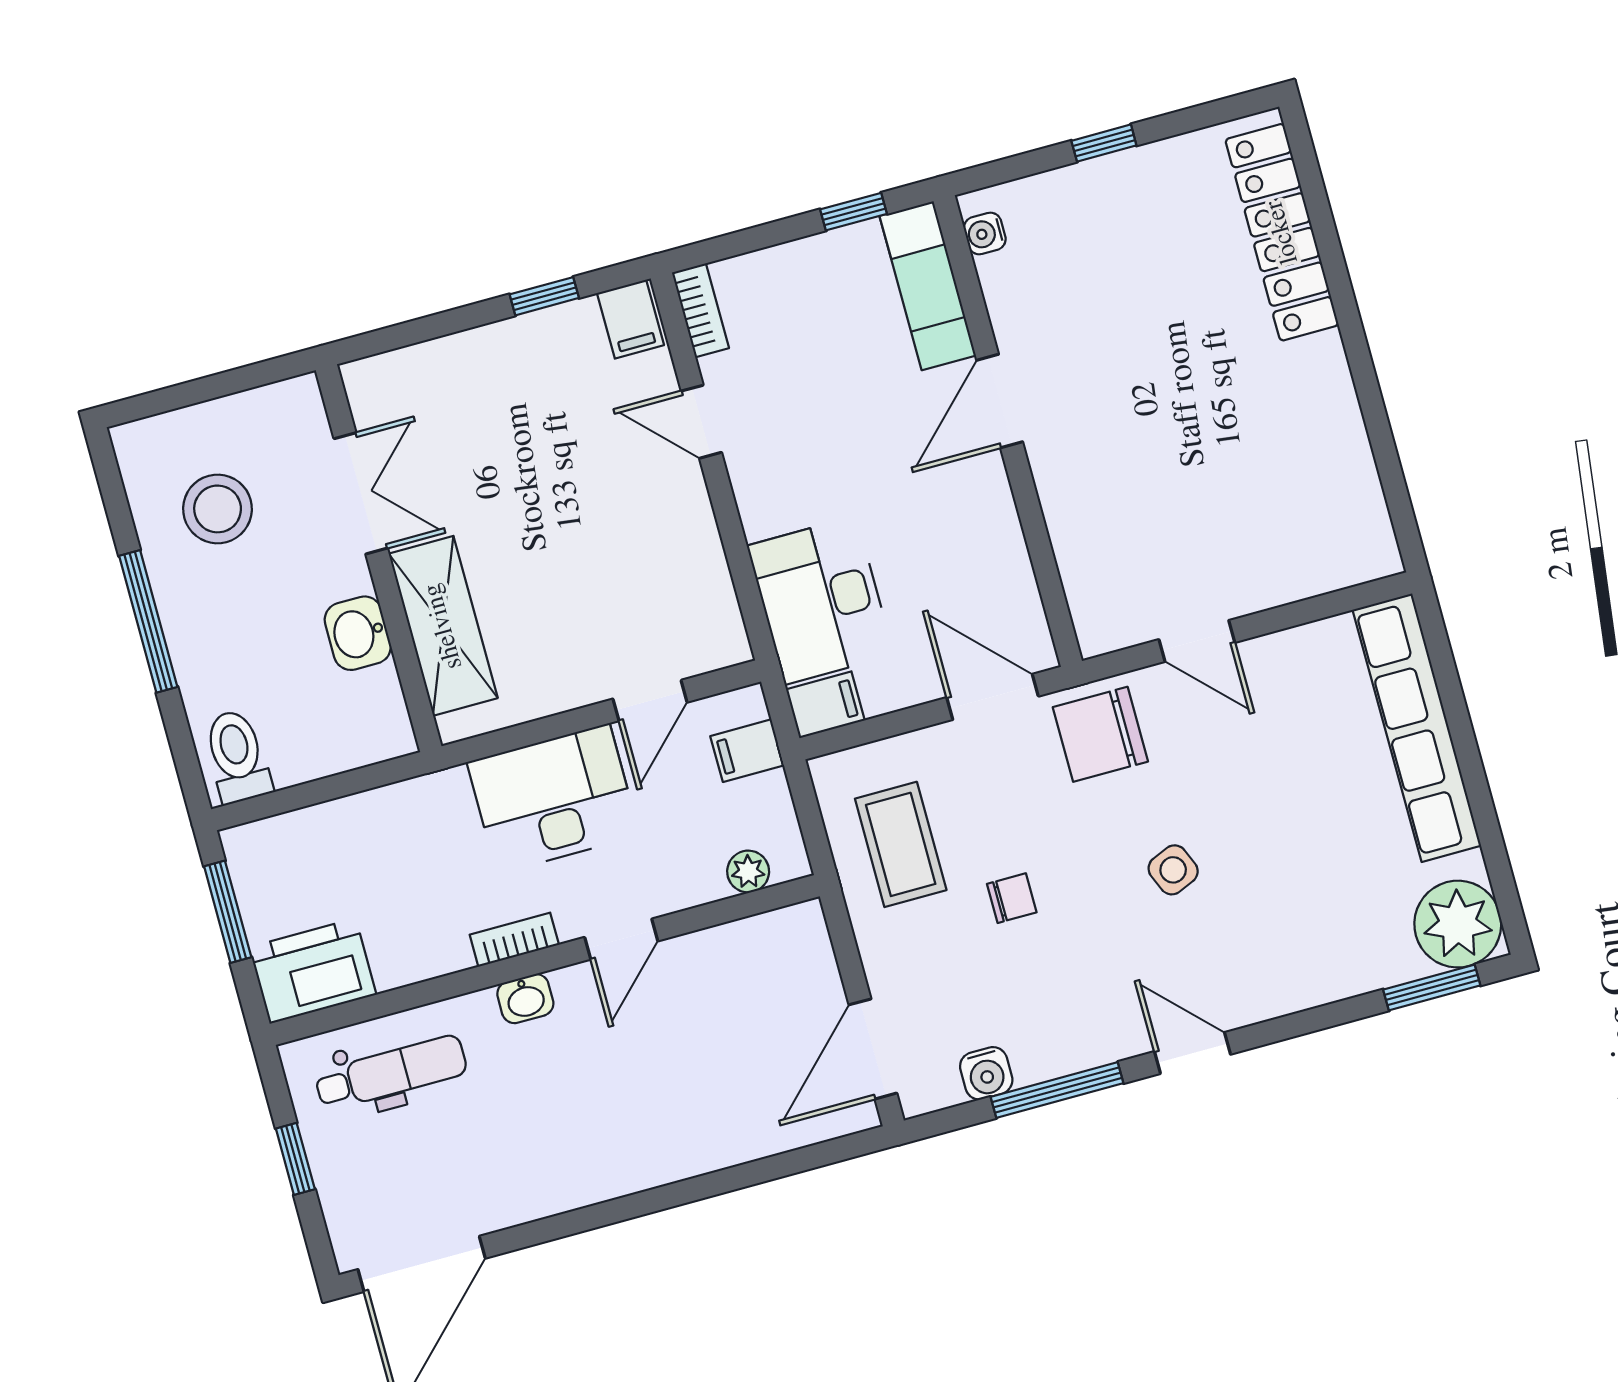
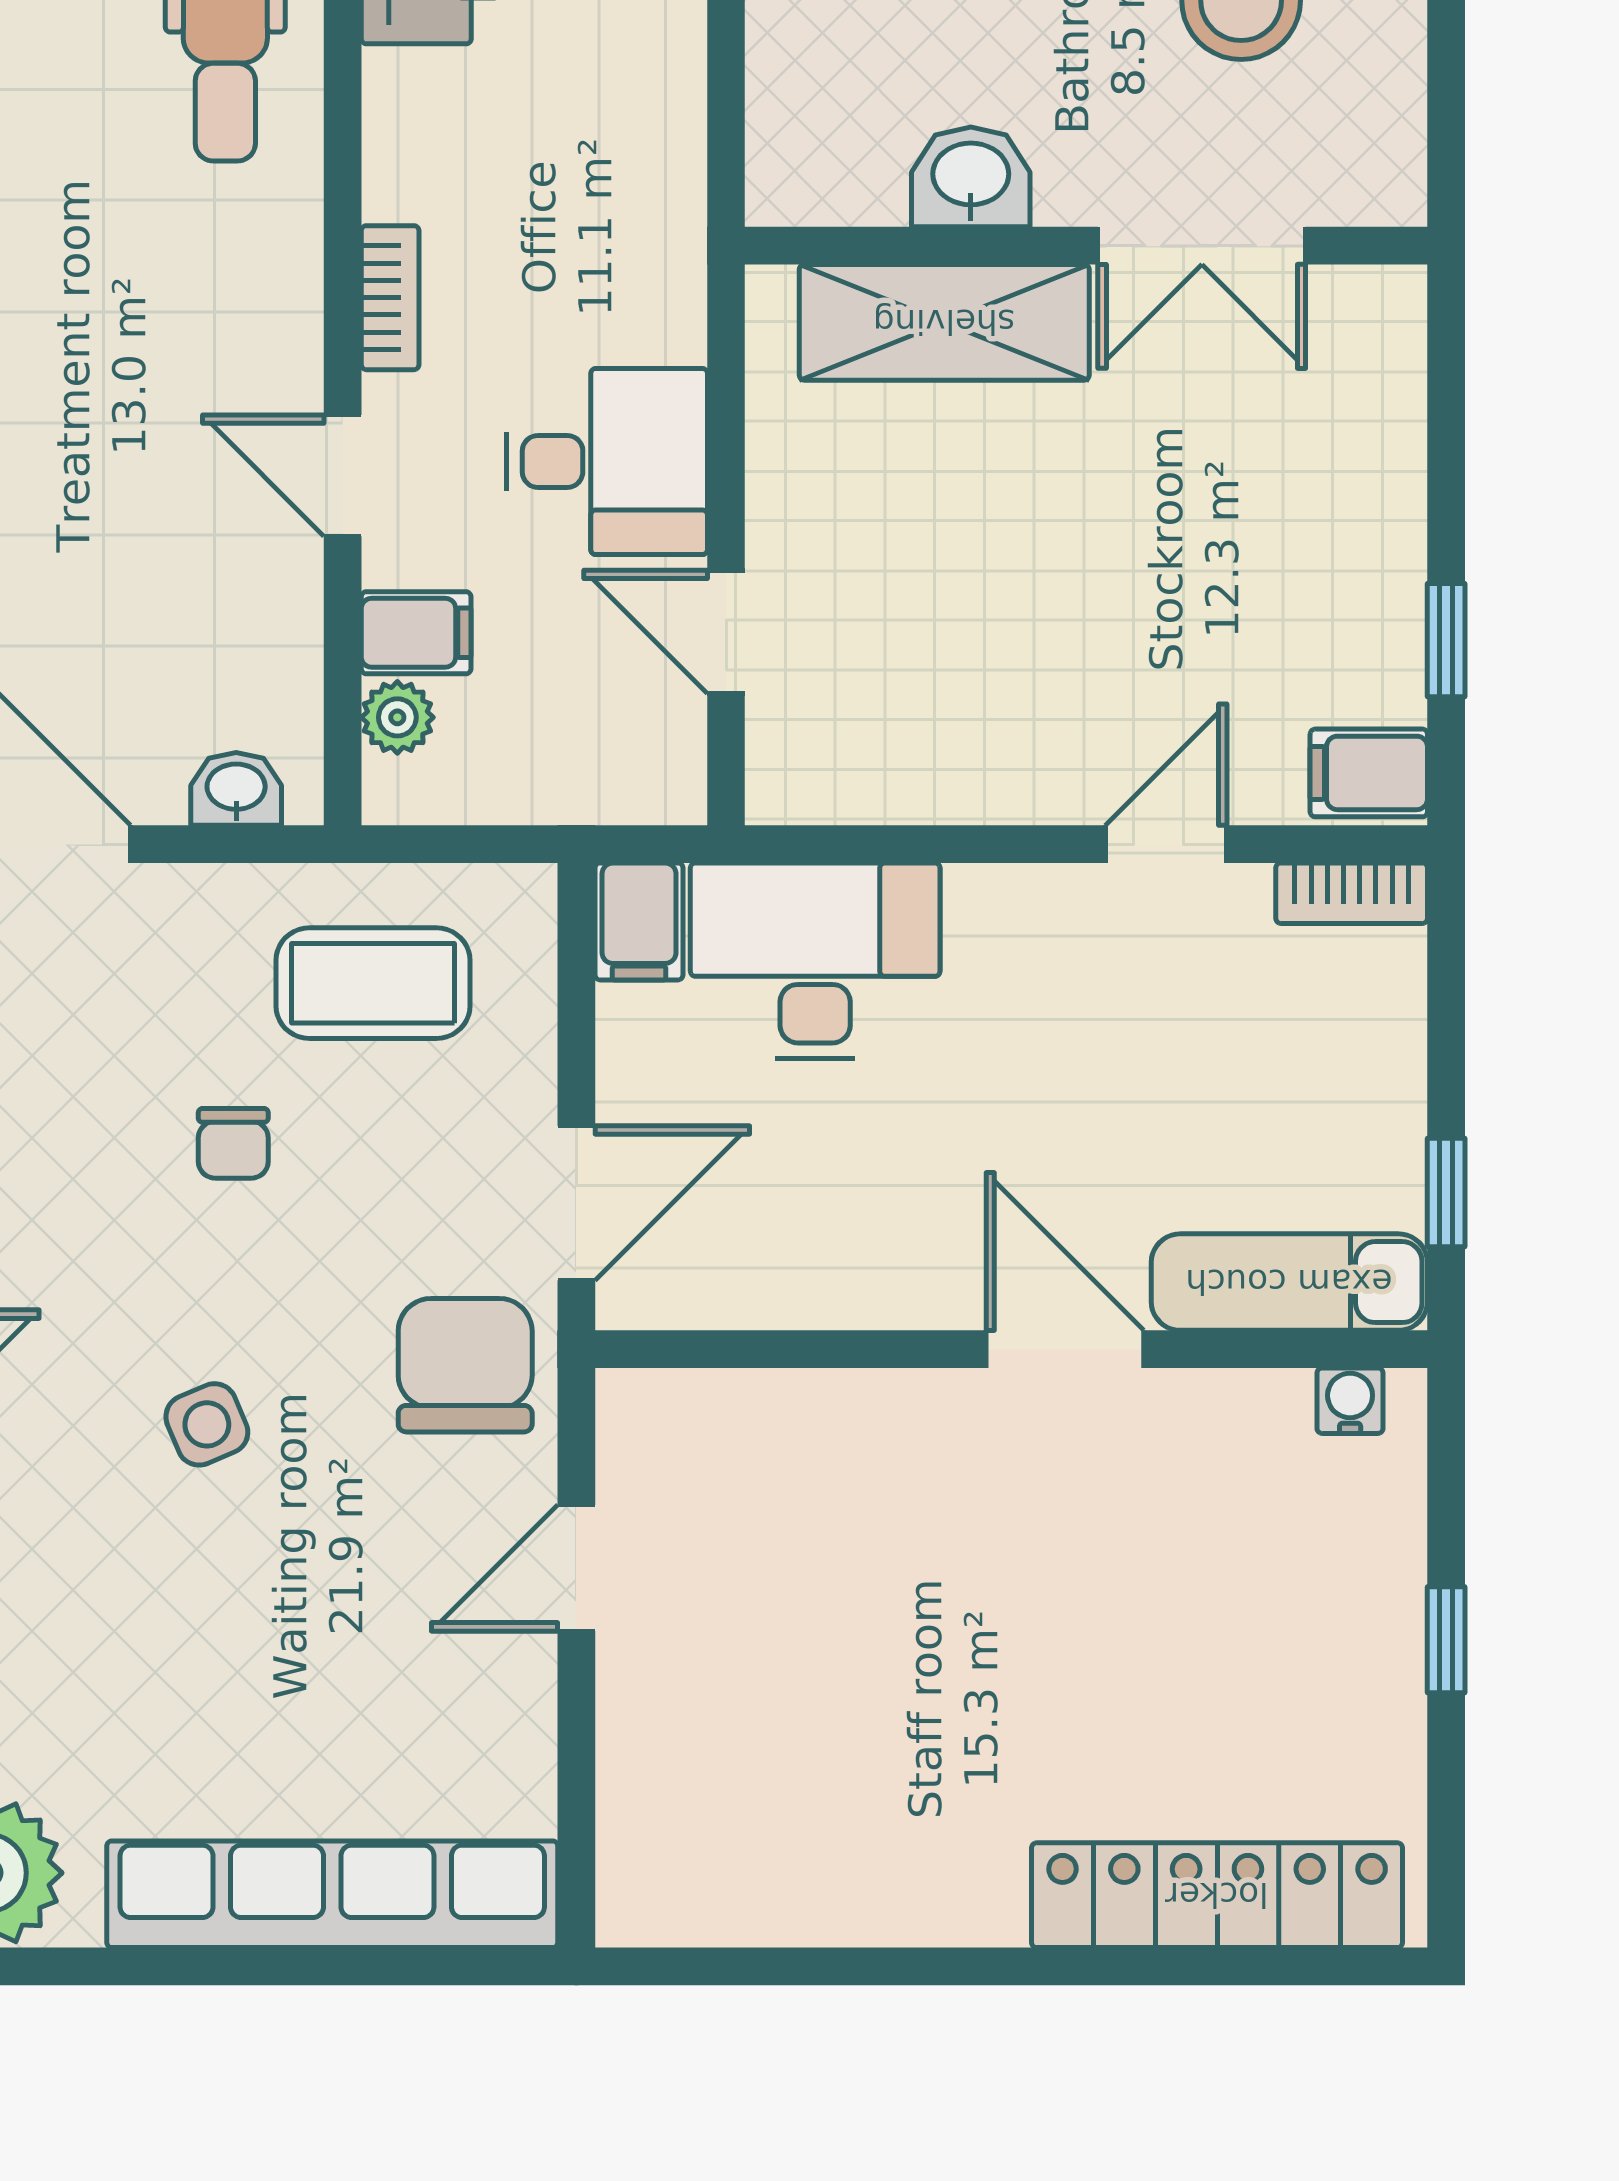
filing cabinet: (747, 751) -> (416, 633), moved, turned 90
desk: (553, 799) -> (607, 461), width x0.73
washbasin: (525, 999) -> (236, 789), moved, turned 90

